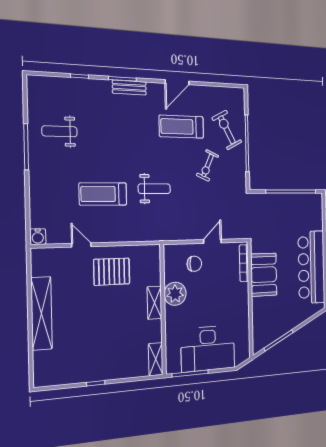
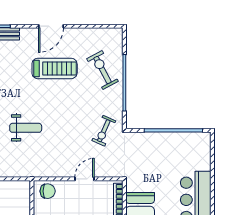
treadmill: (181, 127) -> (55, 68), turned 180
exercise bike: (208, 165) -> (104, 131), moved
chair: (194, 264) -> (48, 191), moved

